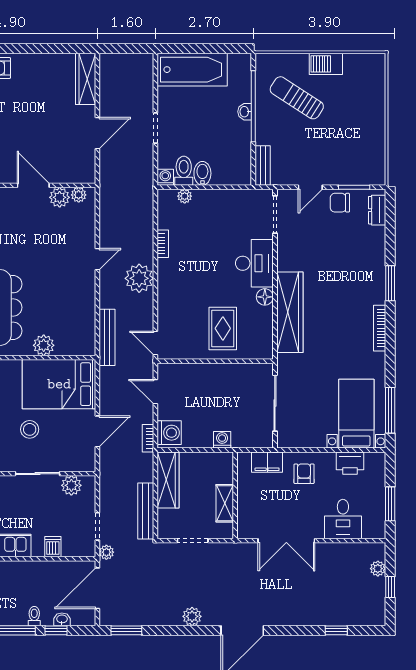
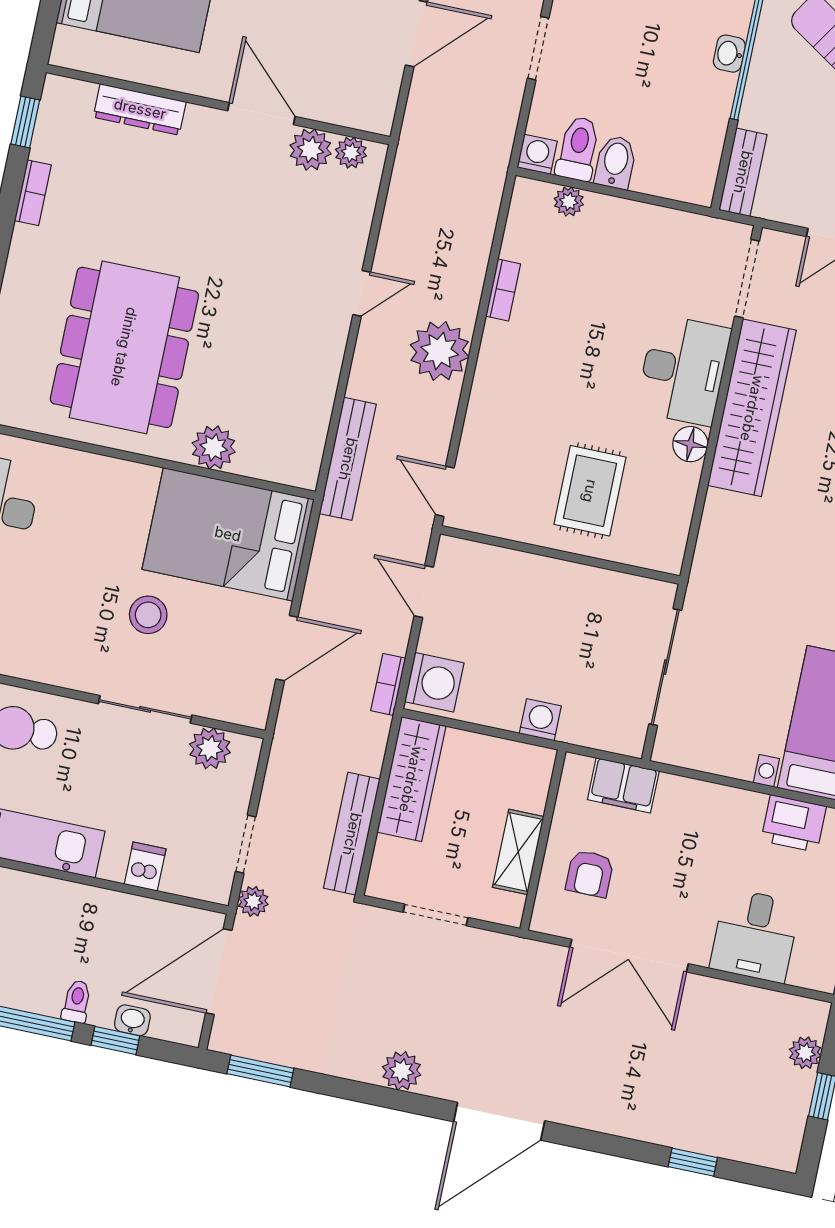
wardrobe: (290, 312) -> (752, 408), moved
armchair: (304, 474) -> (590, 874), moved, turned 180

